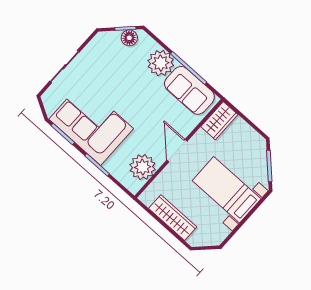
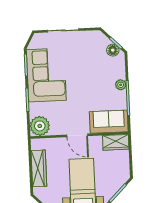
plant: (161, 63) -> (121, 85), width x0.53, depth x0.53
sofa: (189, 90) -> (109, 122), moved, turned 90
door: (177, 151) -> (77, 135), swing flipped
plant: (143, 167) -> (40, 126), moved

